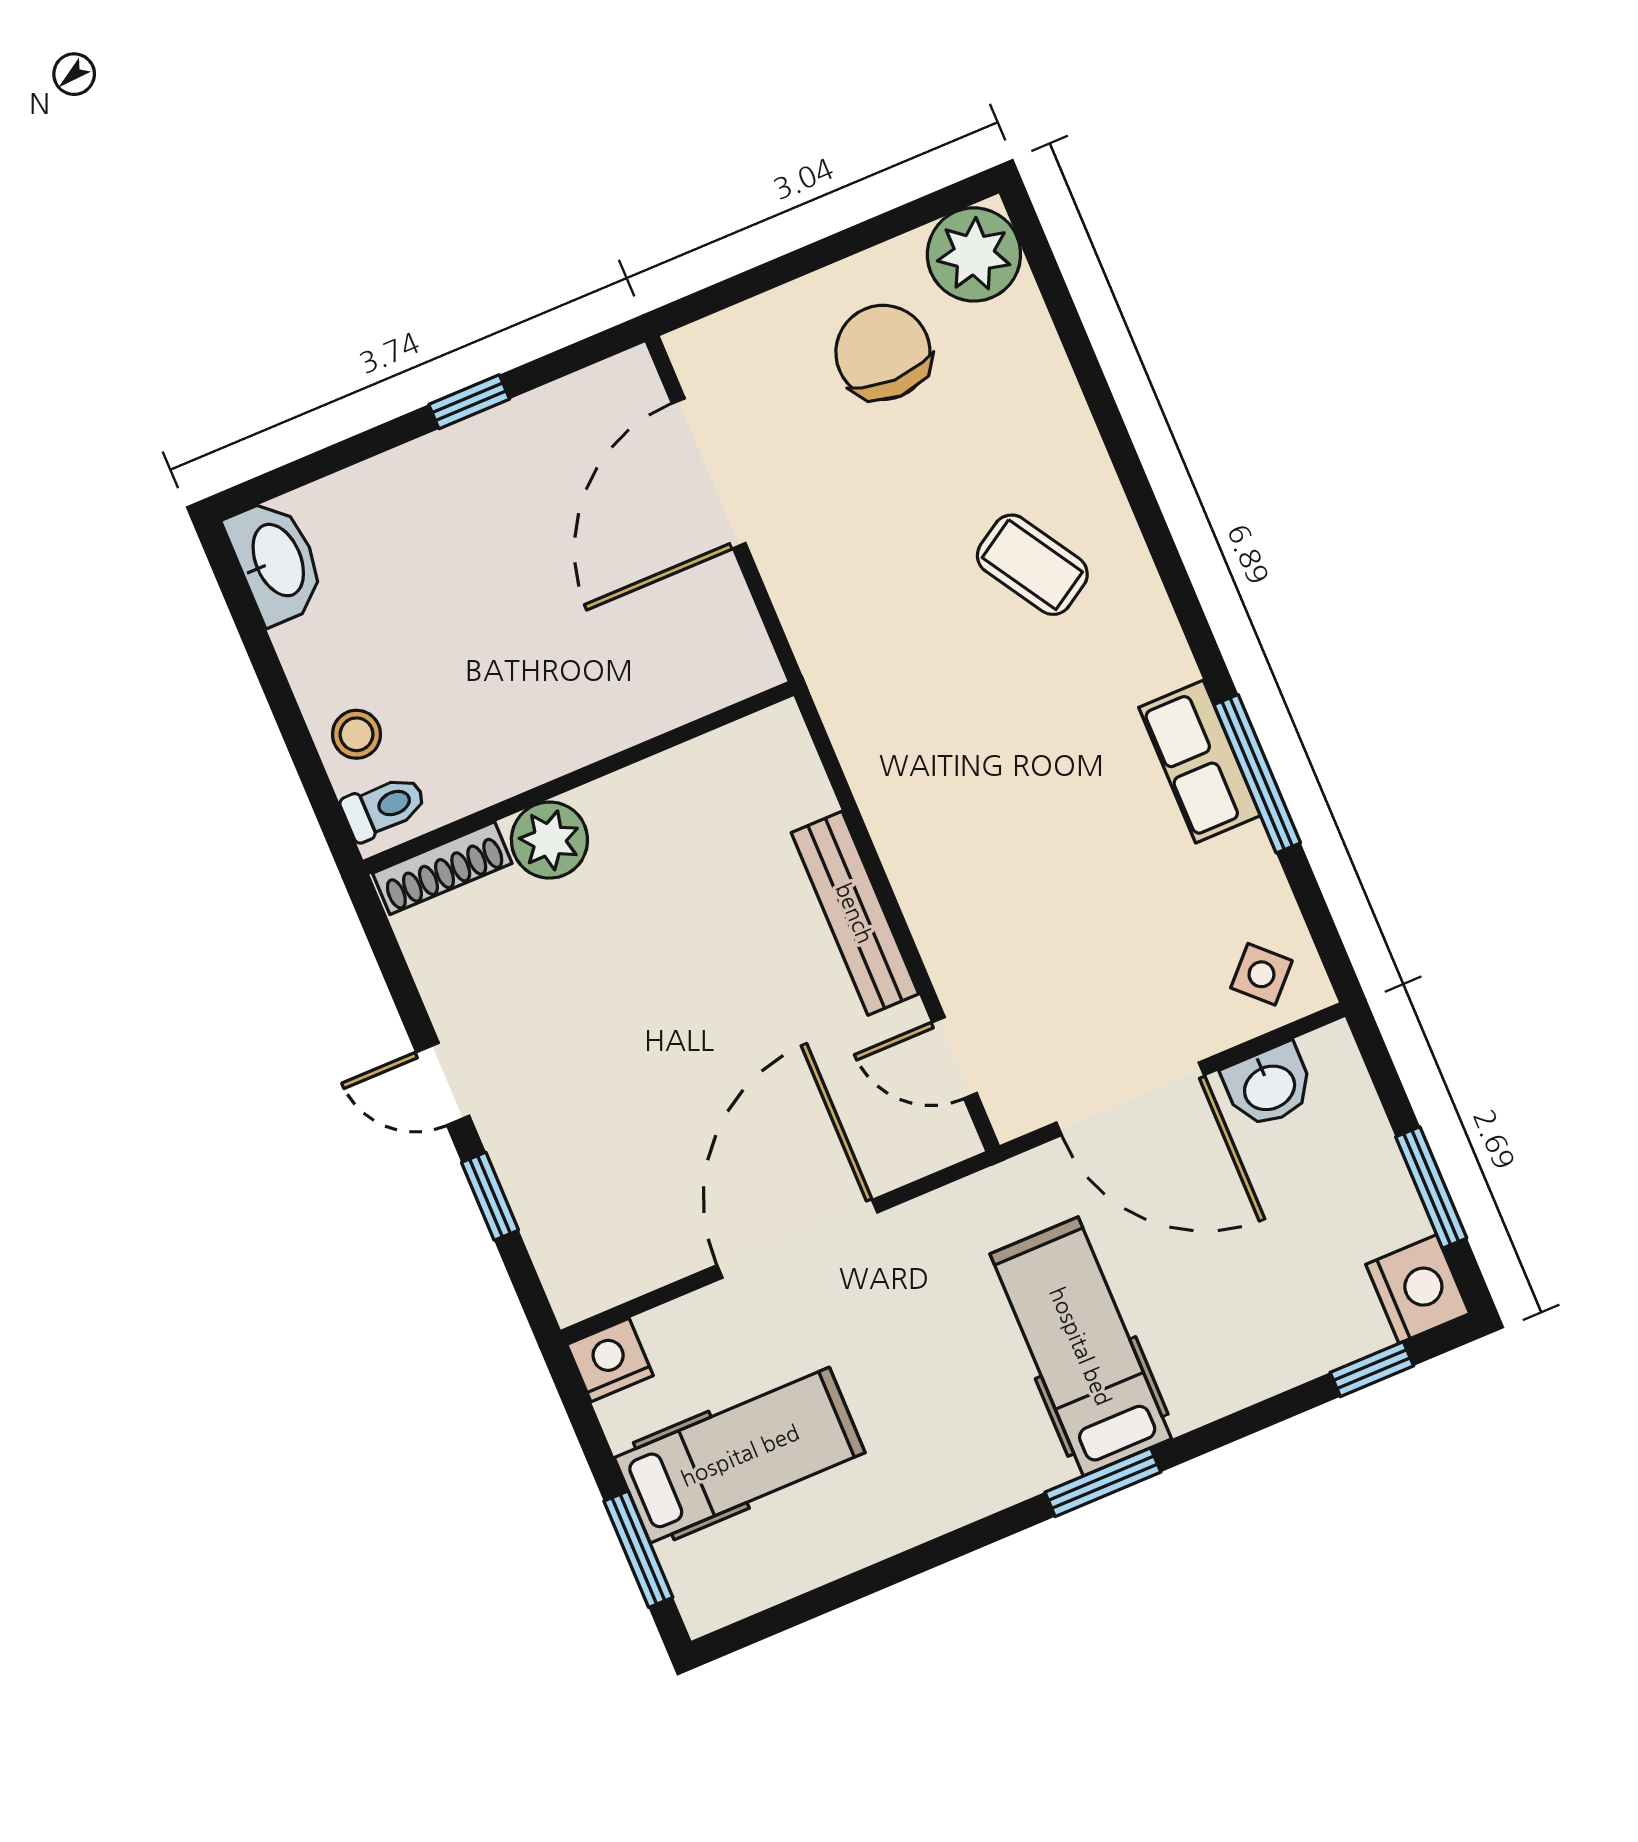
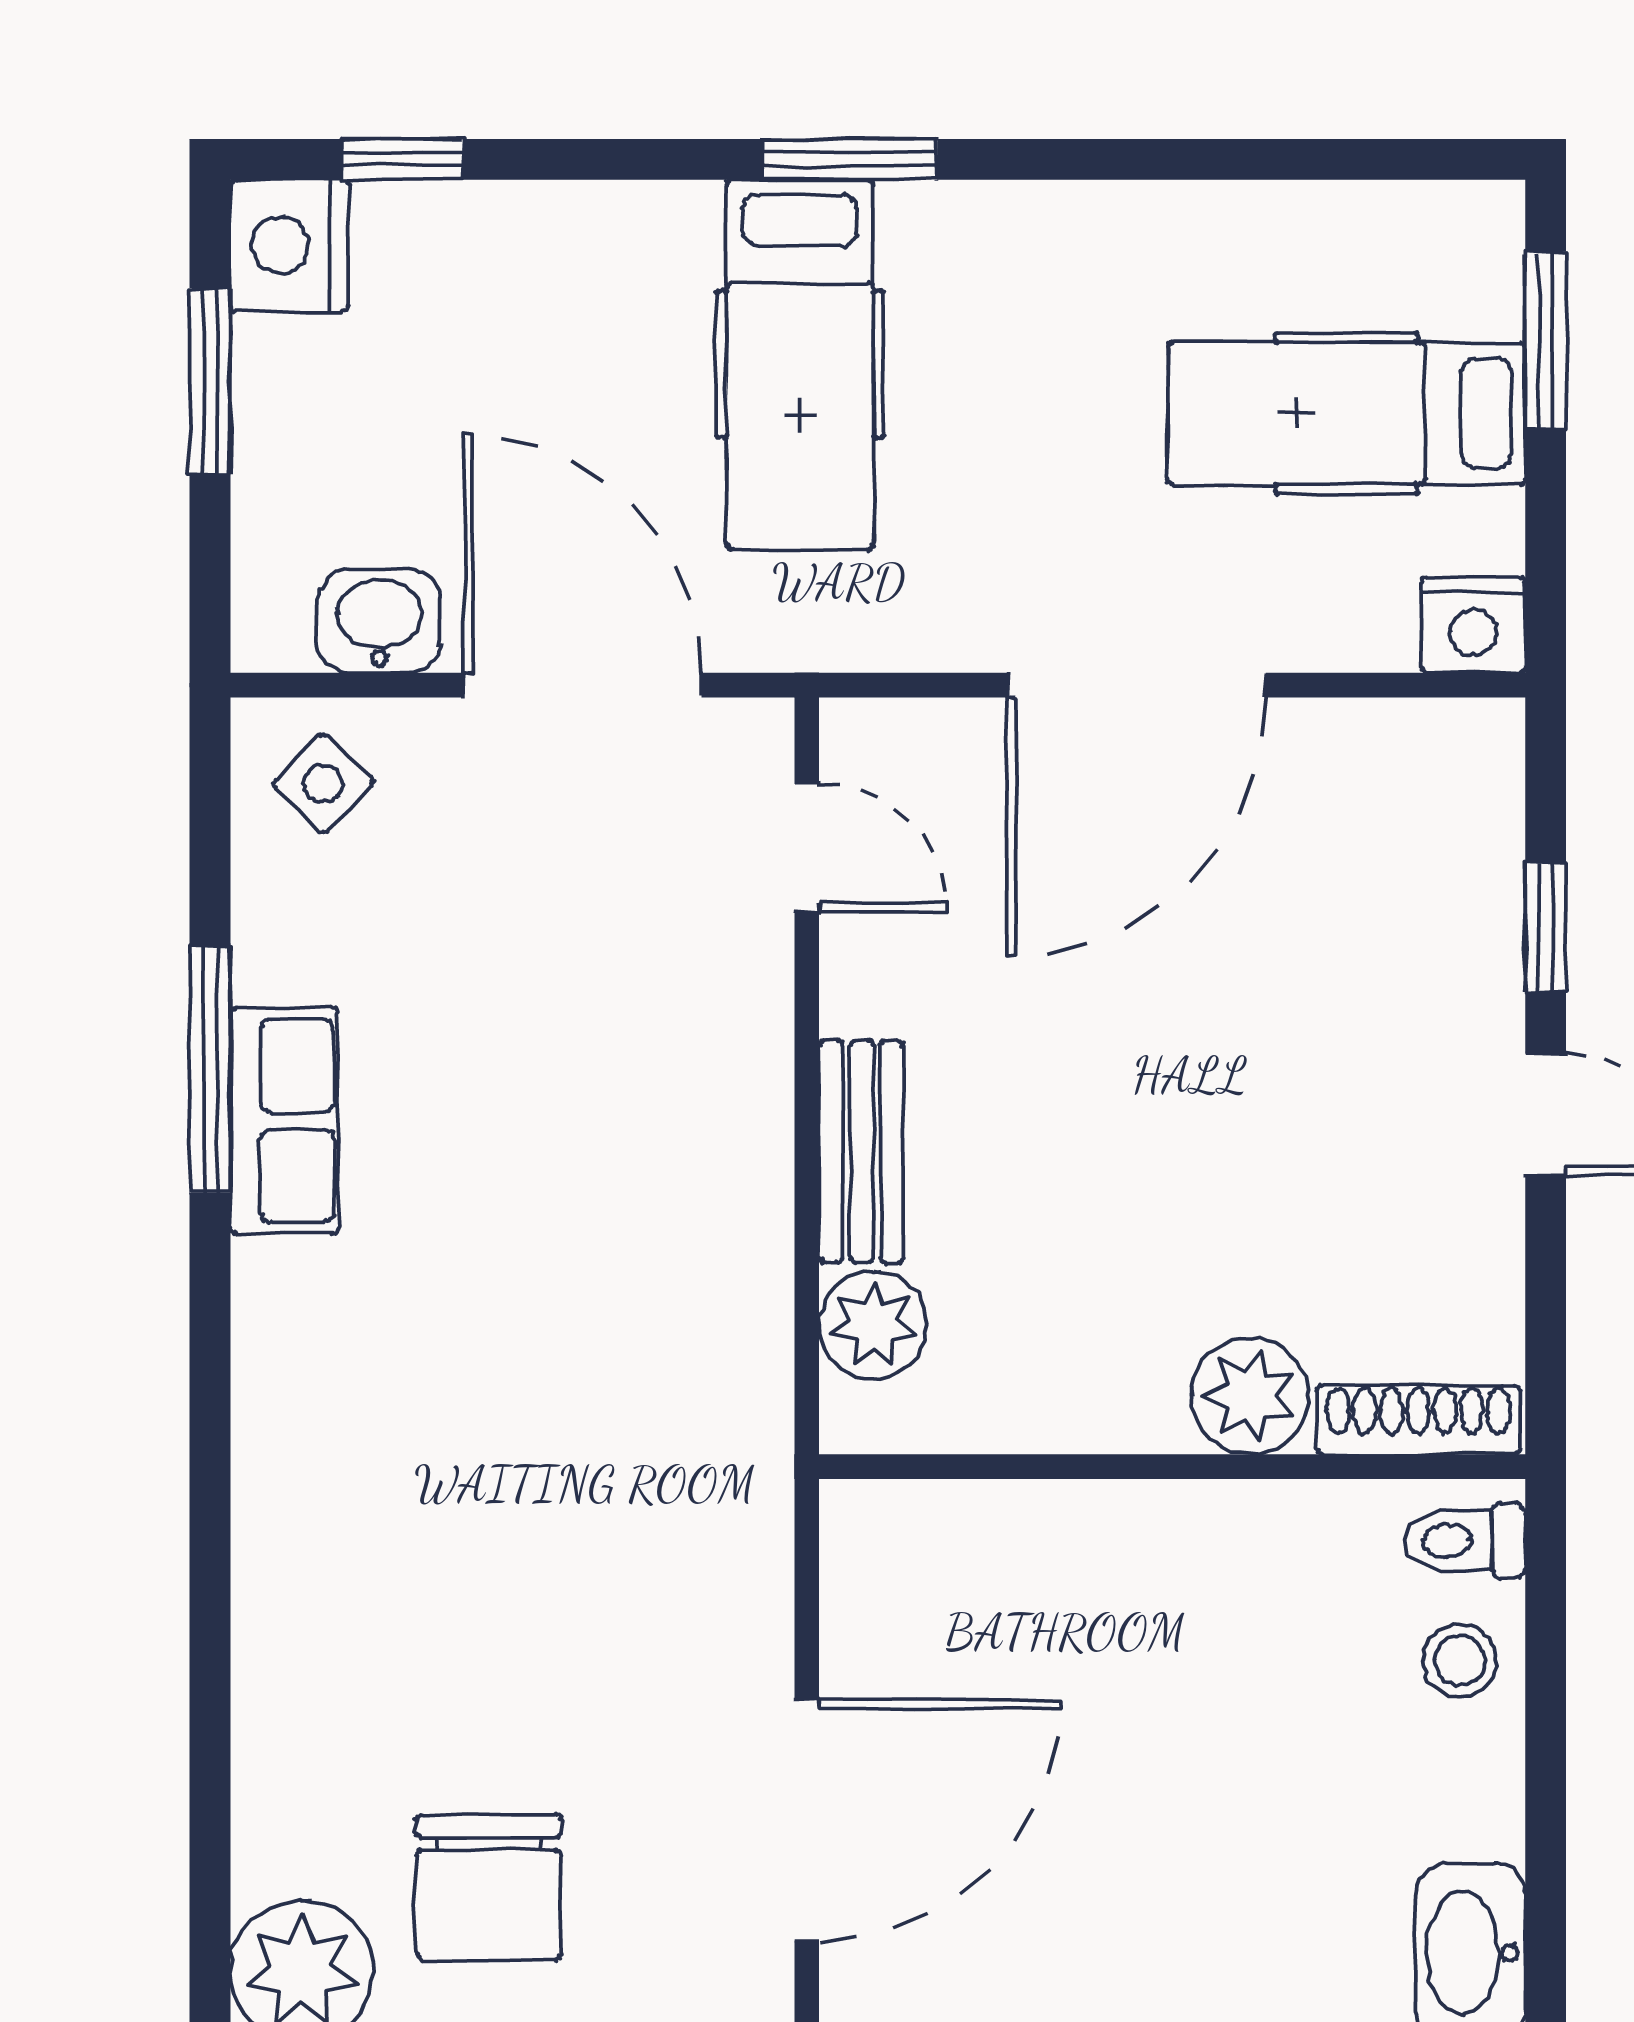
coffee table: (1032, 565) -> (404, 1498), removed
plant: (794, 787) -> (873, 1325), added
bench: (855, 913) -> (861, 1151), width x0.73

